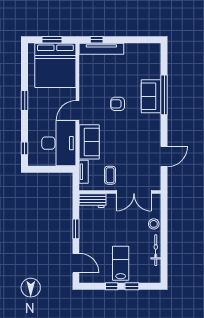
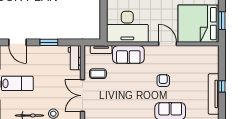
window: (97, 40) -> (222, 86), moved
tv unit: (101, 49) -> (214, 94), moved
door: (78, 111) -> (167, 44), moved
door: (76, 263) -> (18, 42), hinge flipped

